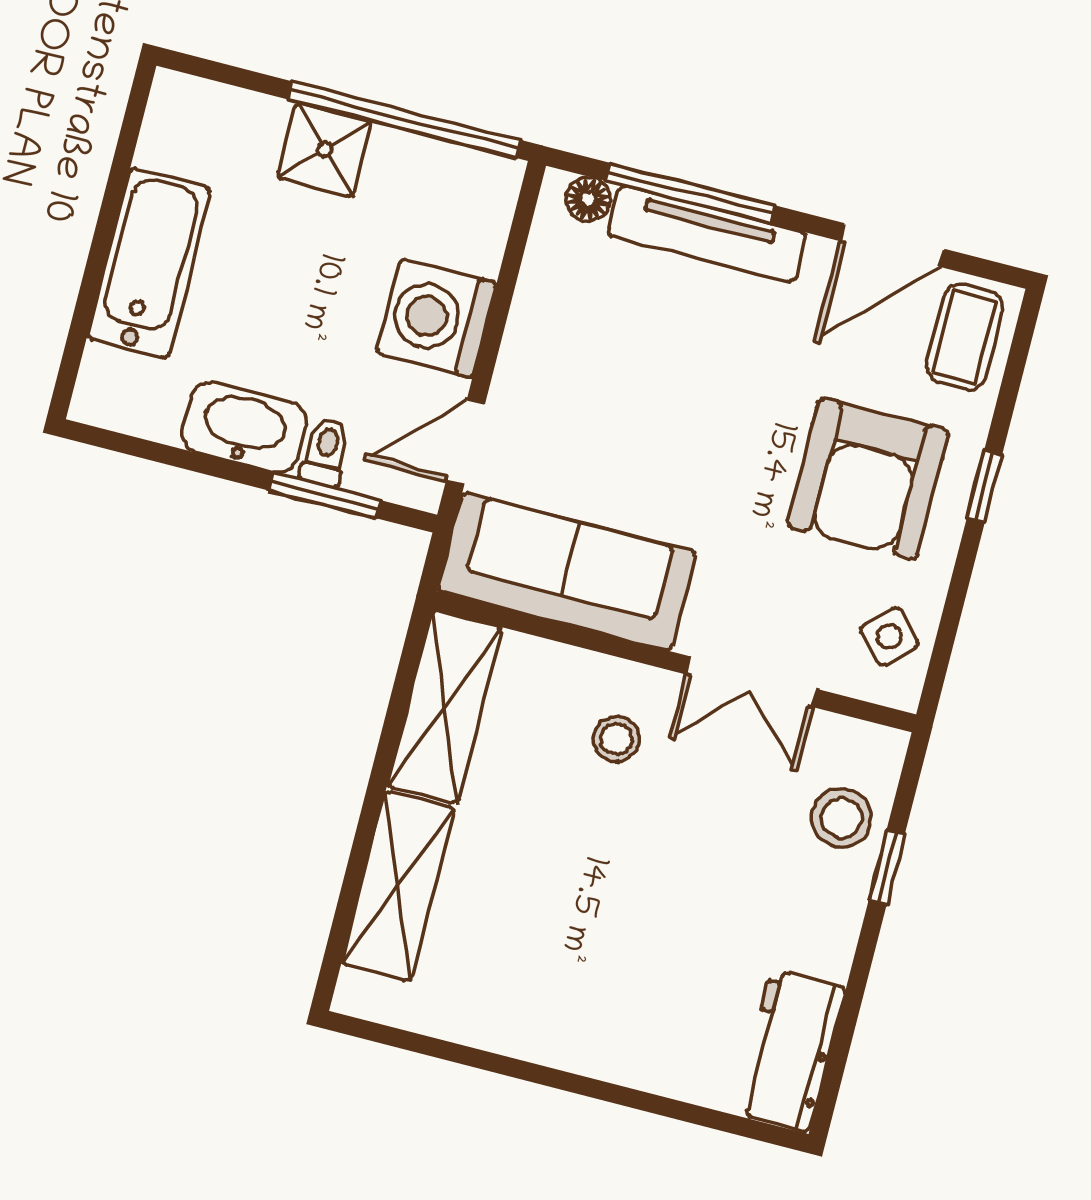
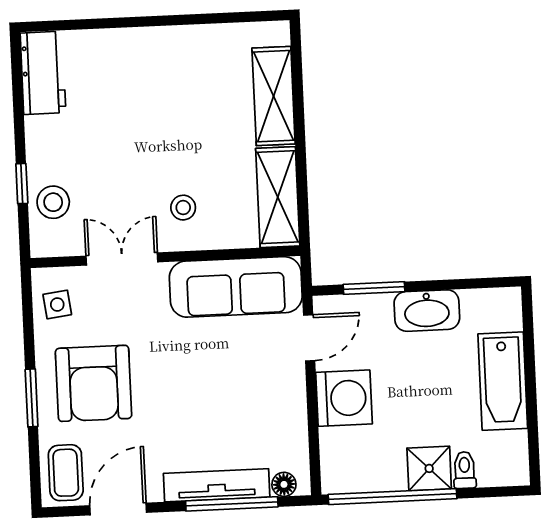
toilet: (326, 452) -> (465, 470), moved, turned 180
armchair: (868, 479) -> (94, 383), turned 180
window: (985, 486) -> (32, 398), width x1.50
side table: (889, 636) -> (57, 305), turned 36

